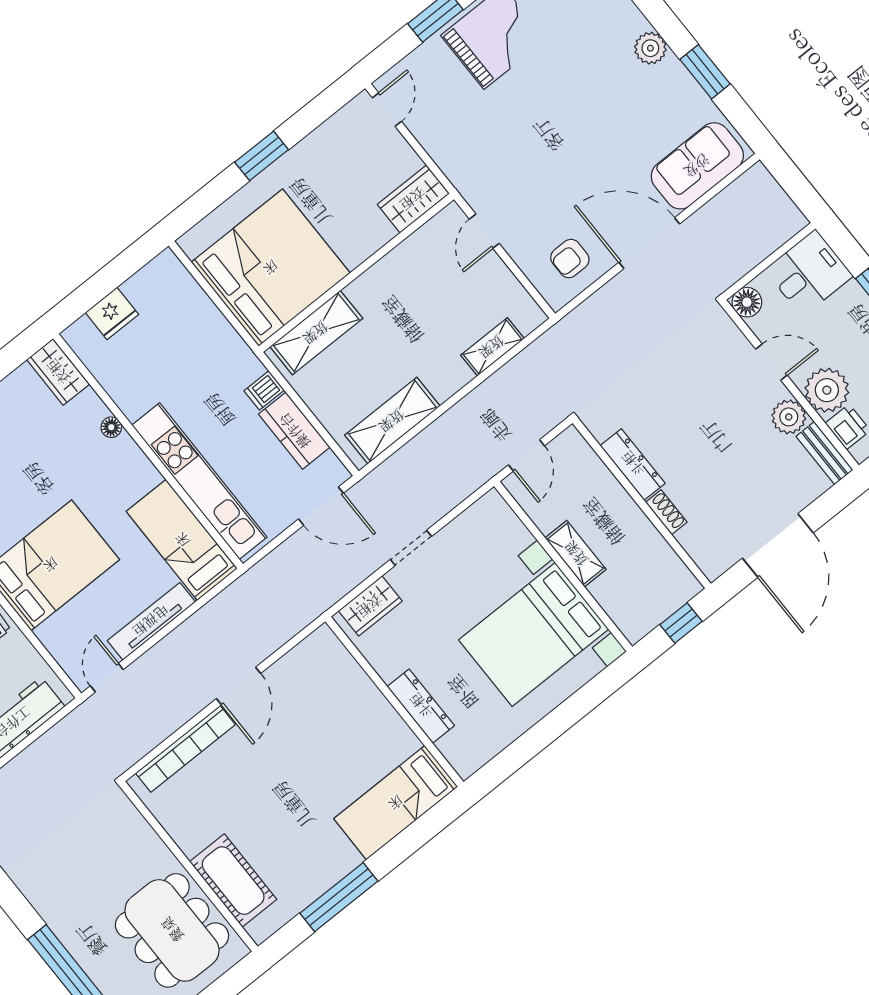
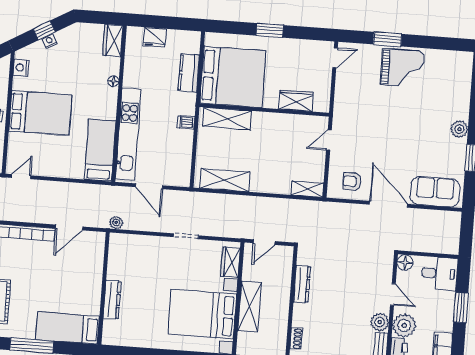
wardrobe: (413, 199) -> (296, 101), moved
shelving: (492, 347) -> (307, 189), moved
kitchen counter: (294, 431) -> (189, 73), moved
door: (321, 506) -> (149, 186), moved
shoe rack: (666, 512) -> (296, 339), moved
shelving: (576, 554) -> (250, 306), width x1.50, depth x1.33
wardrobe: (370, 606) -> (230, 262), moved, turned 90
plant: (297, 619) -> (116, 223), added
tv unit: (151, 621) -> (59, 171), removed
wall: (394, 702) -> (104, 288), moved
dresser: (421, 706) -> (112, 300), moved
bed: (396, 803) -> (68, 328), moved

